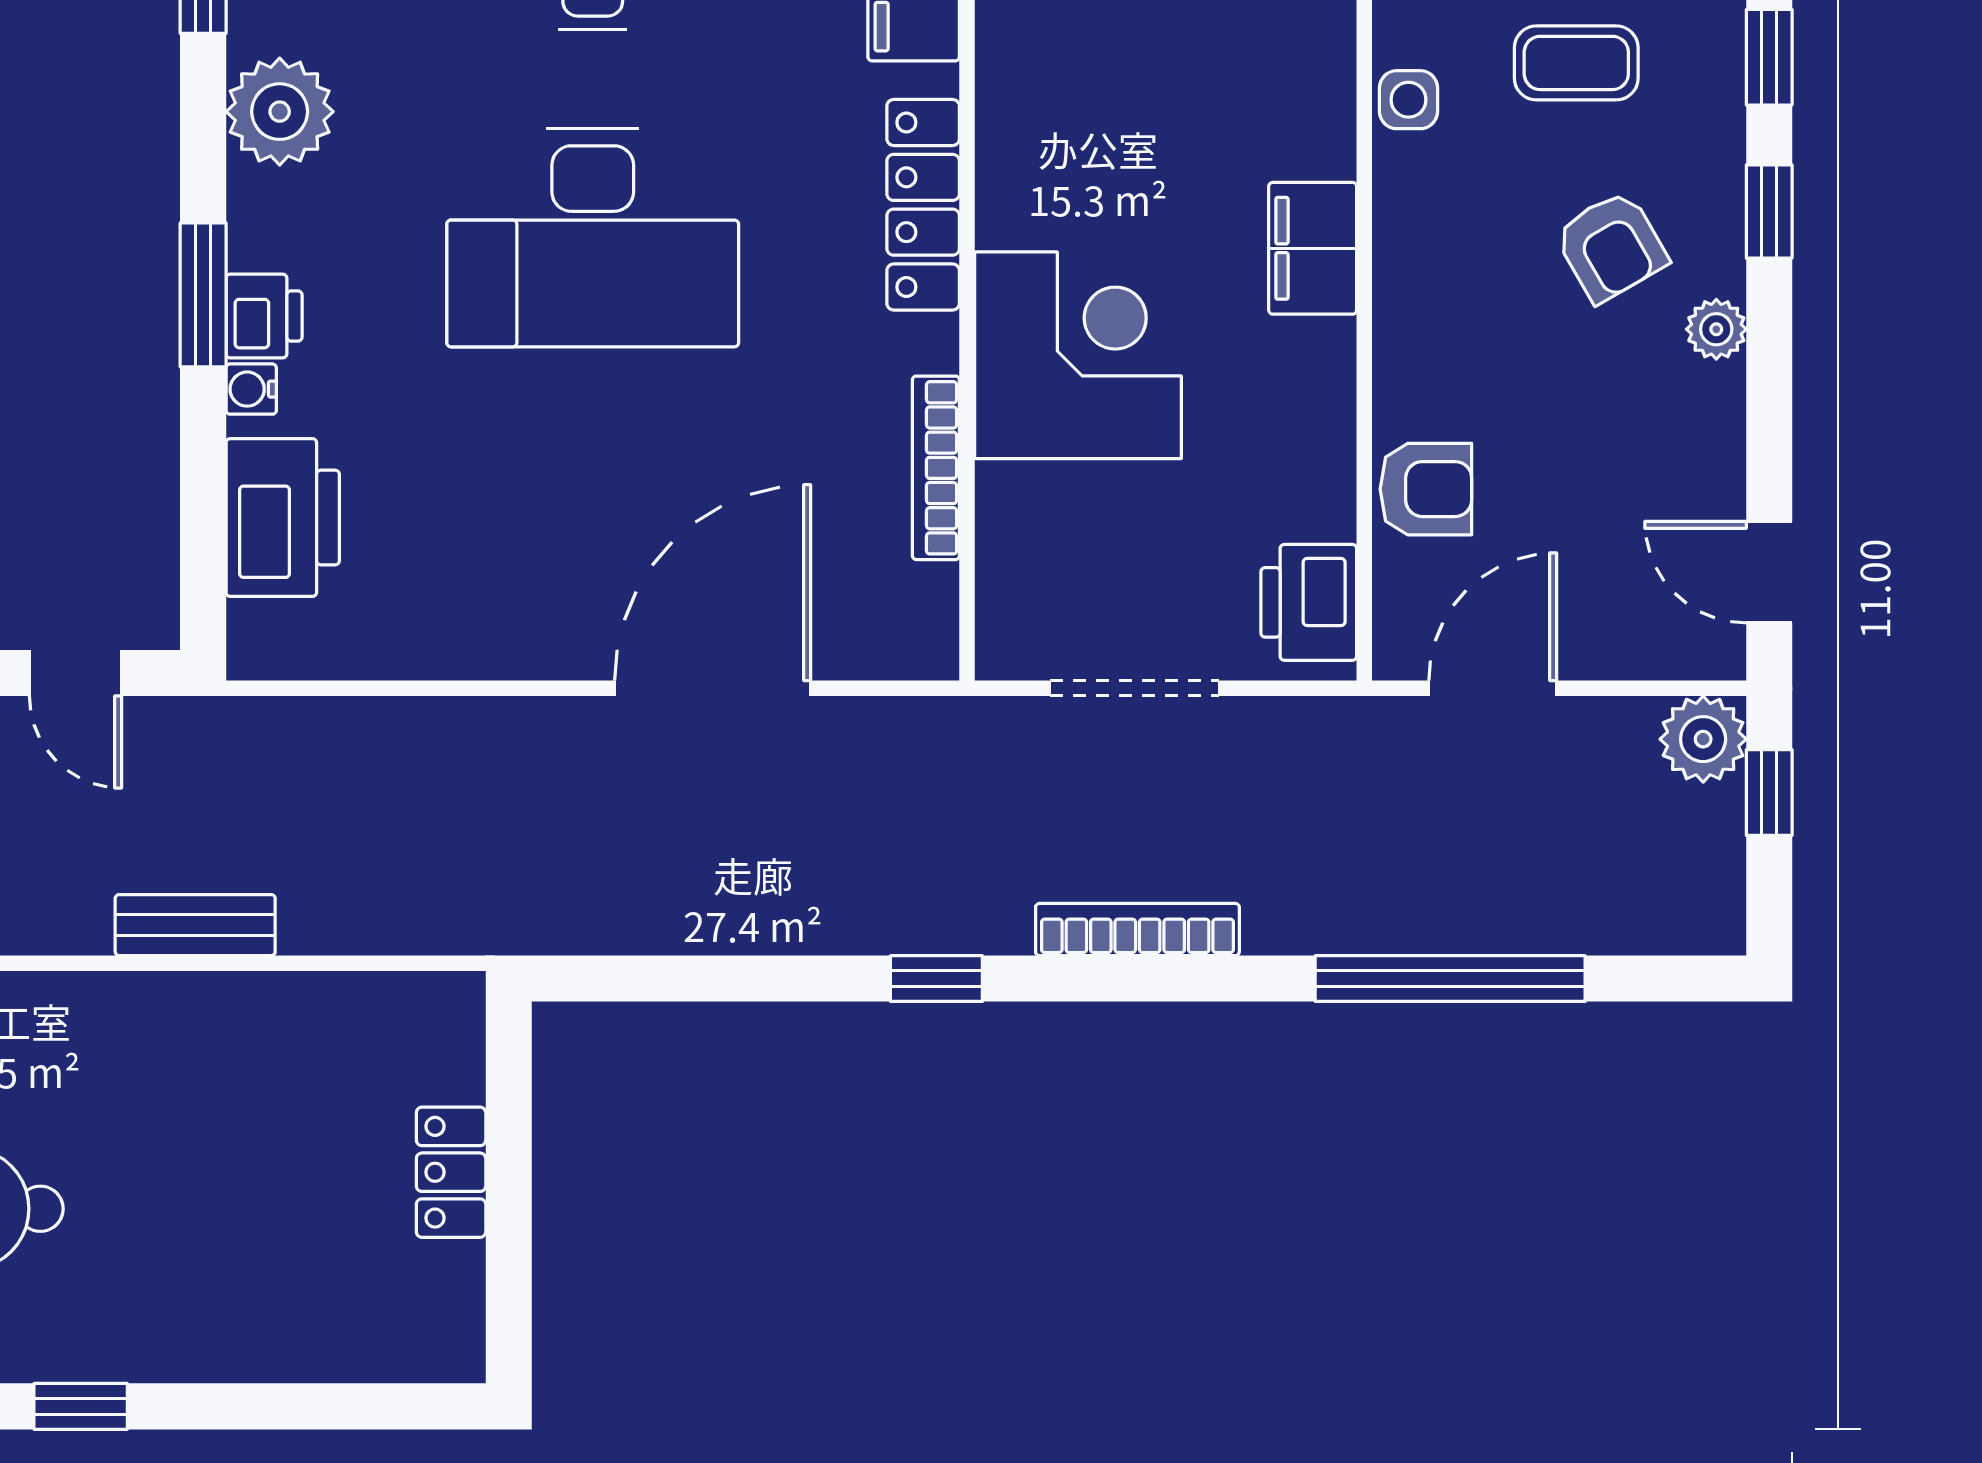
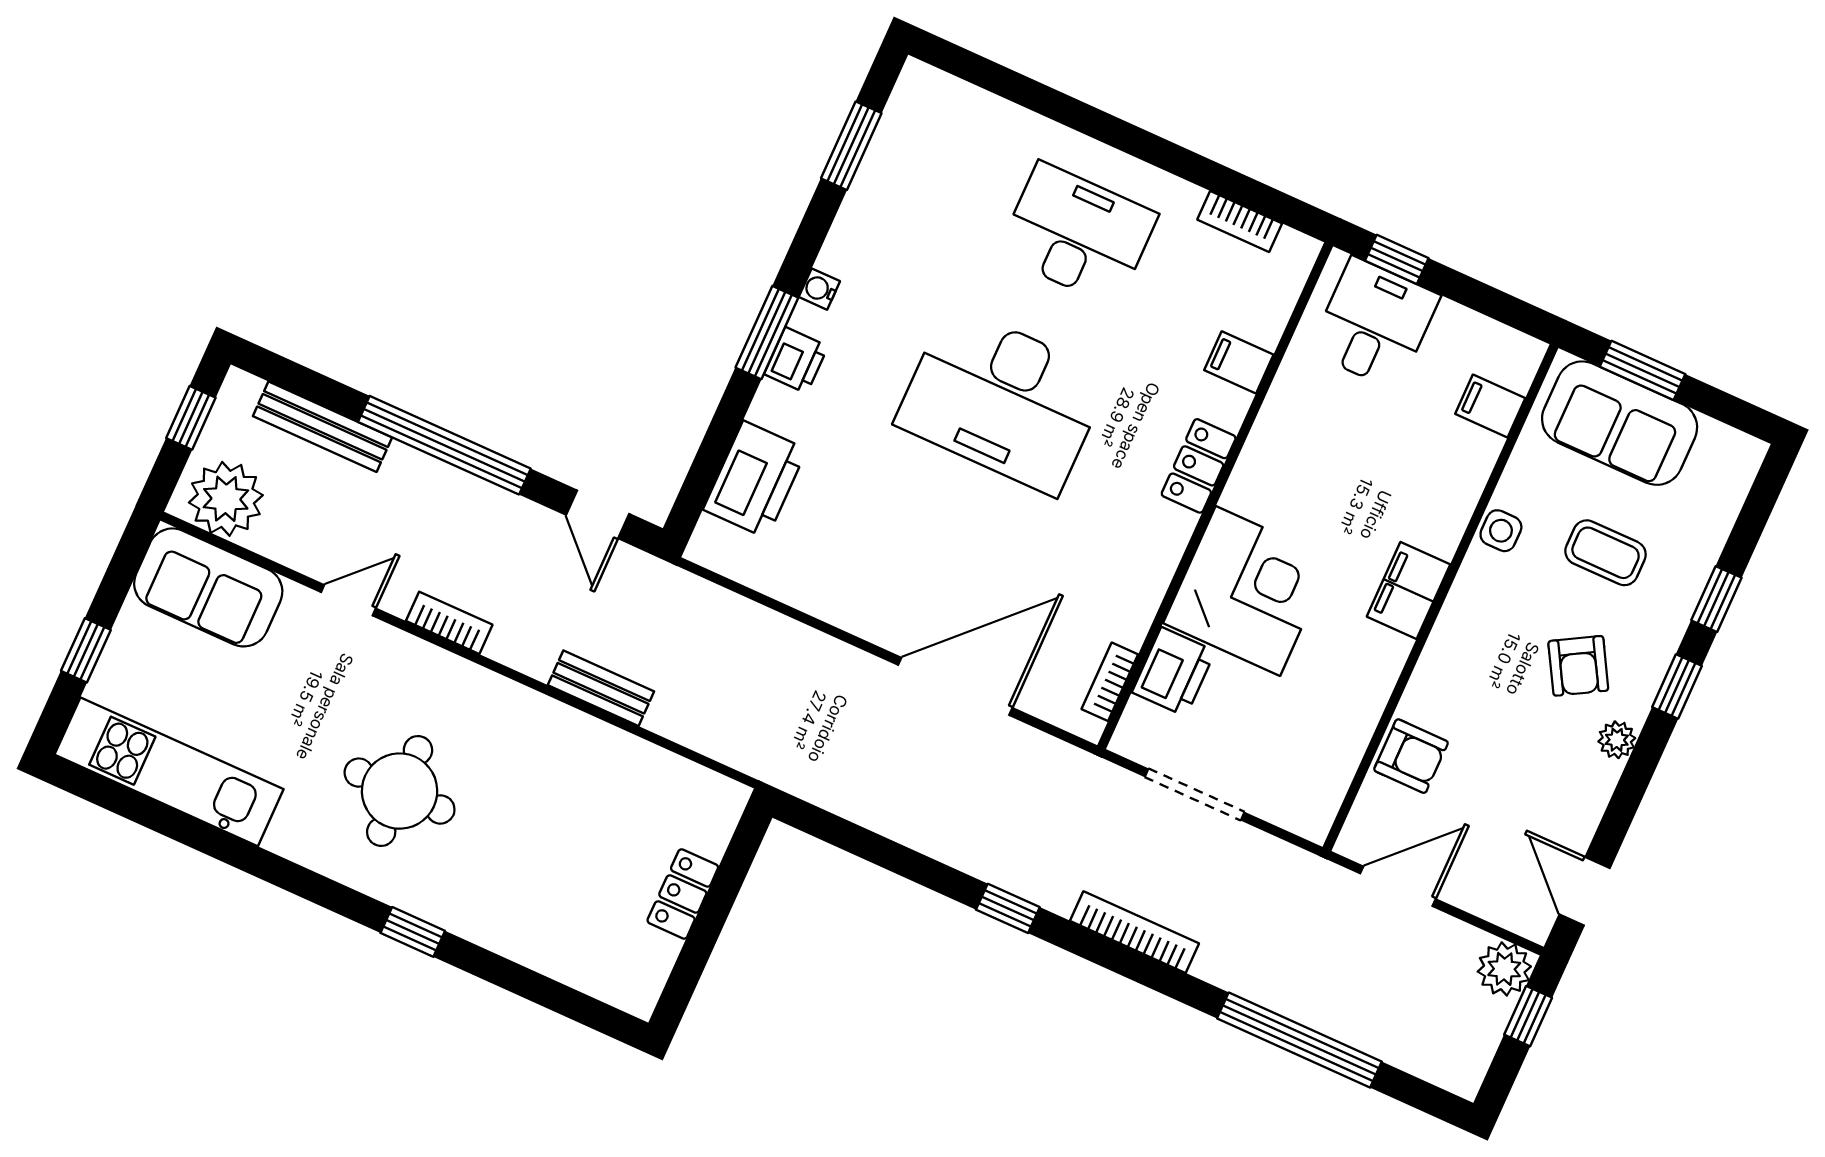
plant: (280, 112) -> (857, 248), removed
locker: (923, 205) -> (1199, 466), width x0.66
water cooler: (251, 389) -> (819, 289), moved
bookcase: (936, 468) -> (1110, 682), moved, width x0.64
printer: (1309, 602) -> (1174, 672), moved, turned 180

